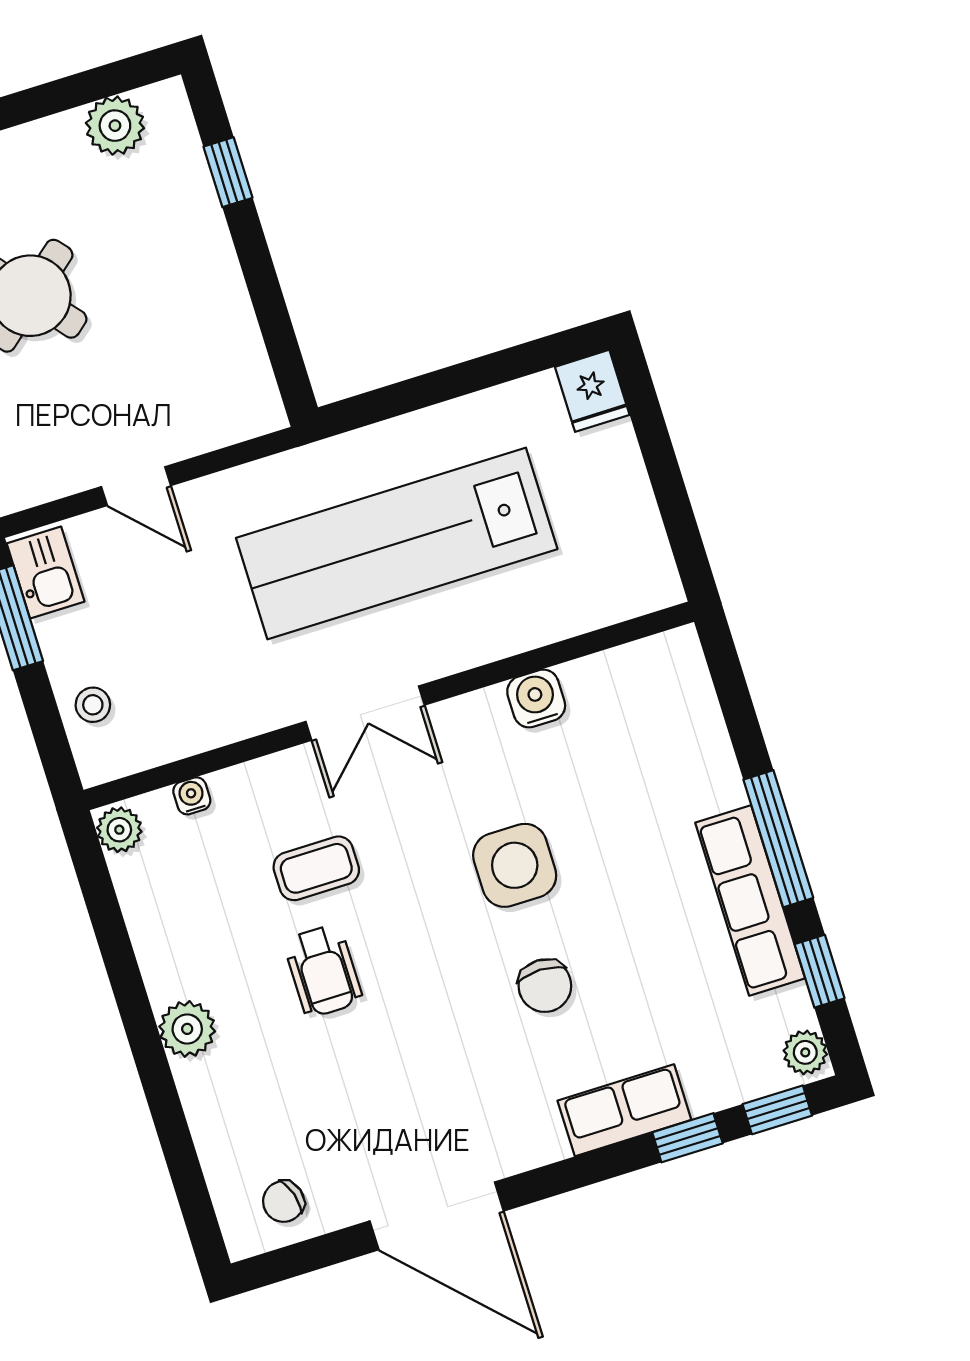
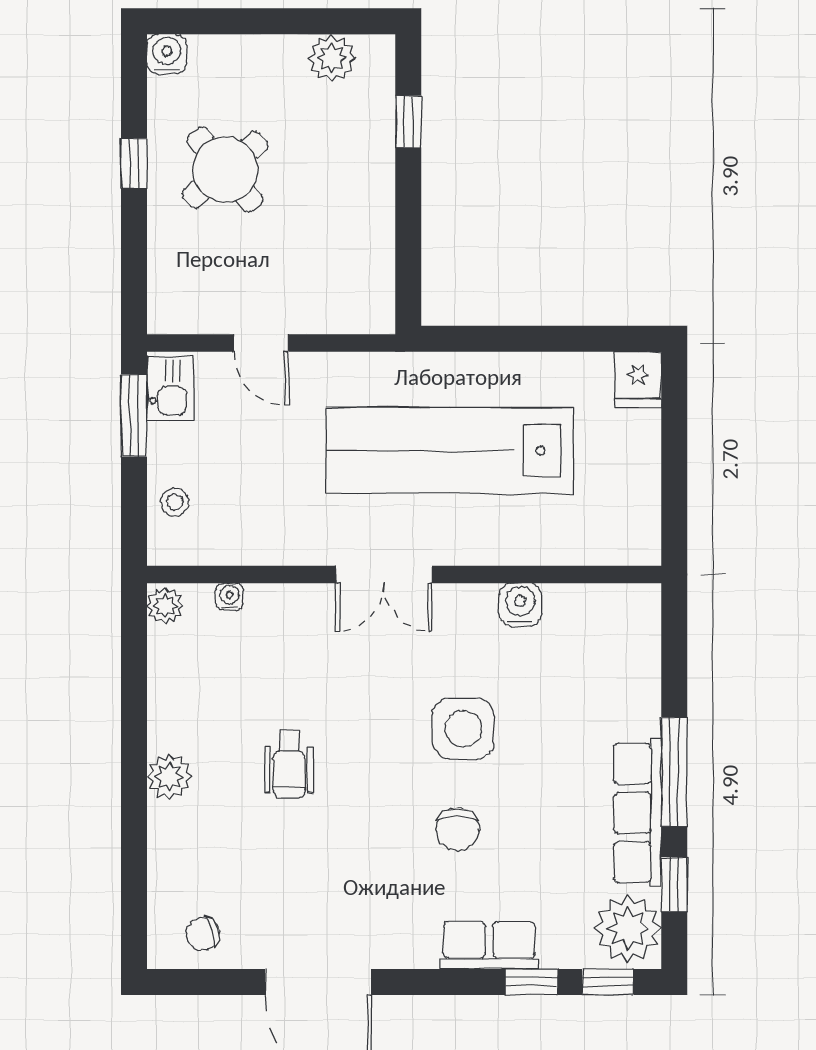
coffee table: (316, 868) -> (309, 683), removed
plant: (805, 1052) -> (628, 929), width x1.88, depth x1.88

